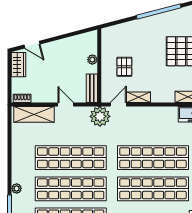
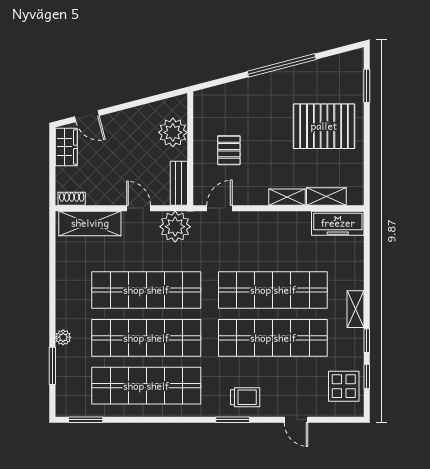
plant: (92, 60) -> (173, 132), width x1.88, depth x1.88
shelving: (138, 97) -> (287, 197), moved
plant: (100, 116) -> (175, 227), moved

